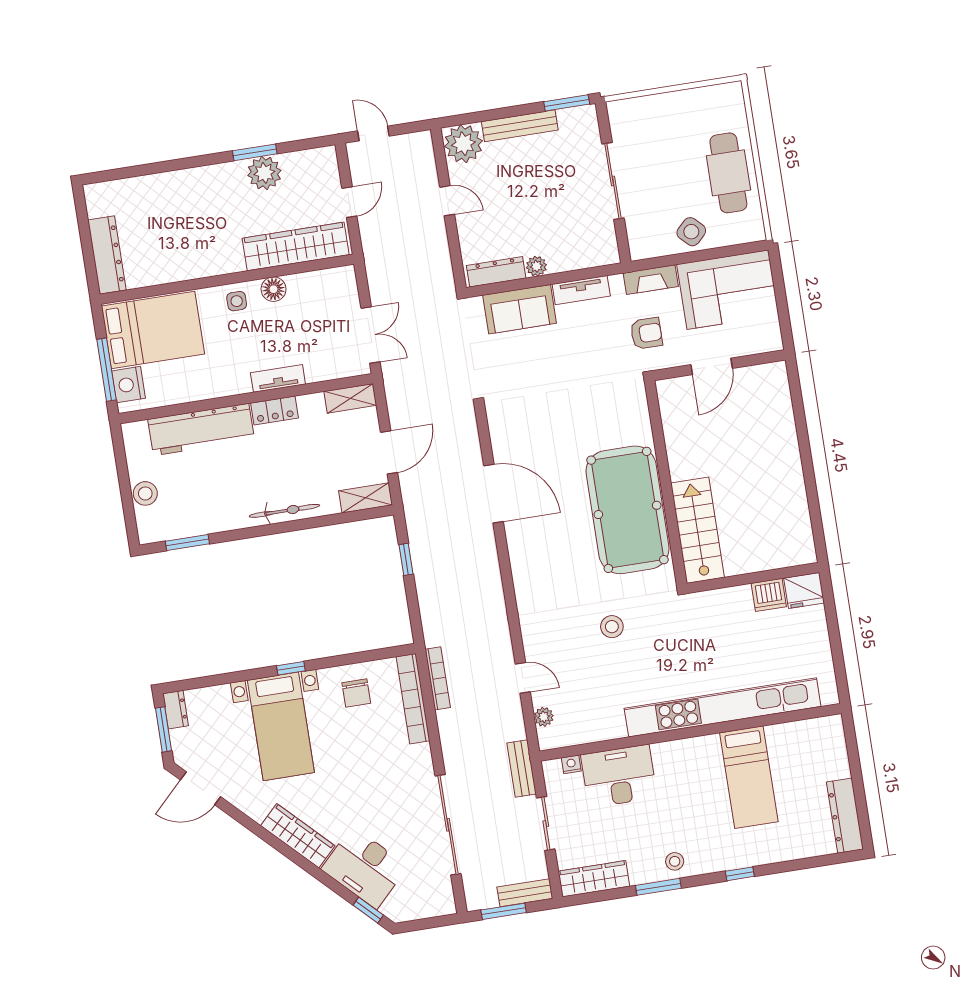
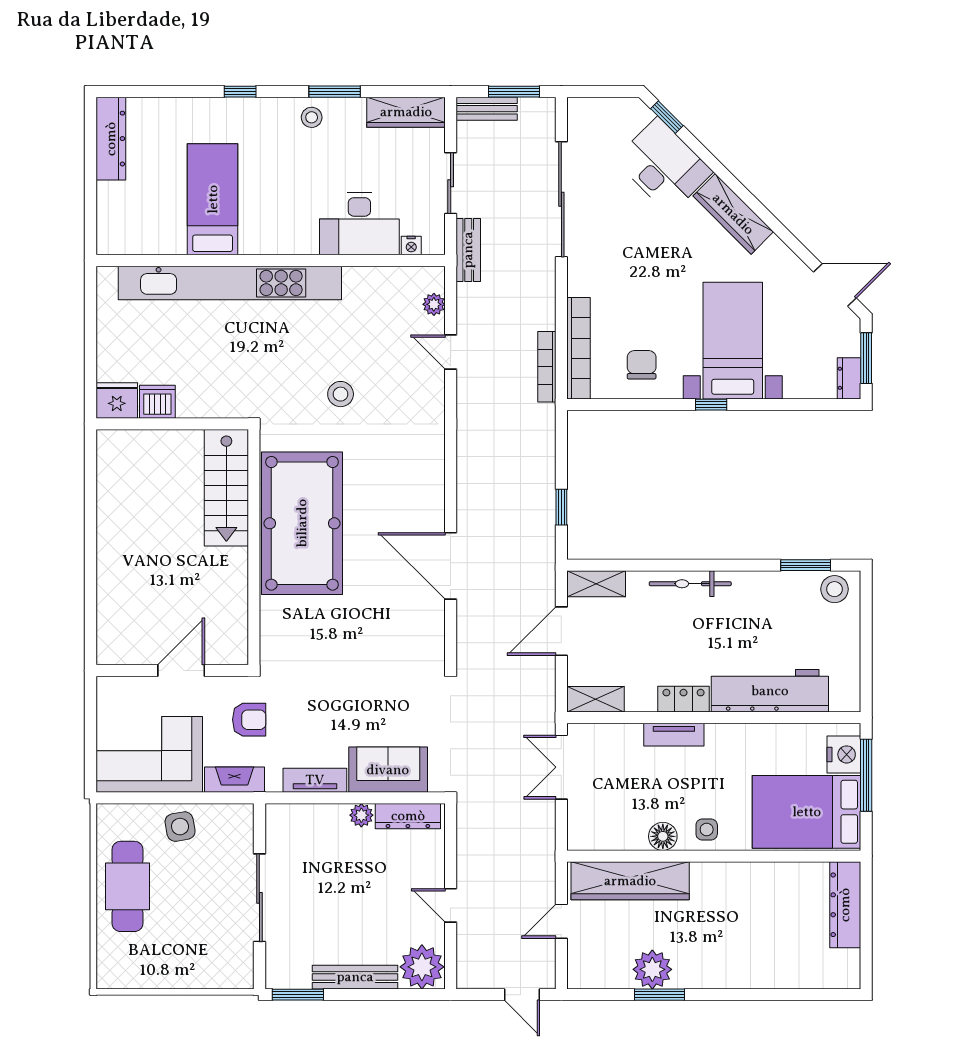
side table: (691, 232) -> (180, 827), turned 35
armchair: (646, 333) -> (249, 720), turned 180
stool: (145, 493) -> (834, 589), moved

